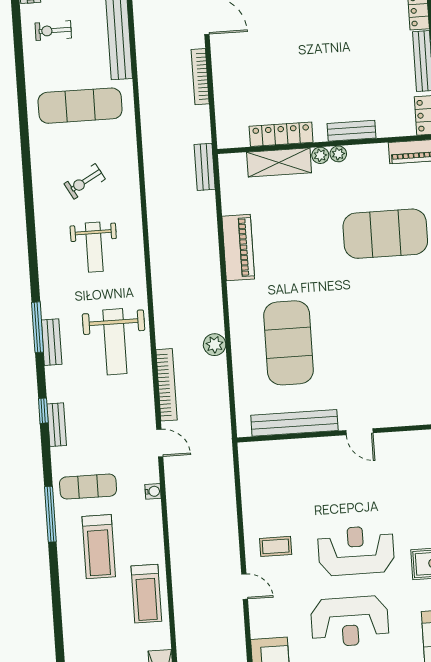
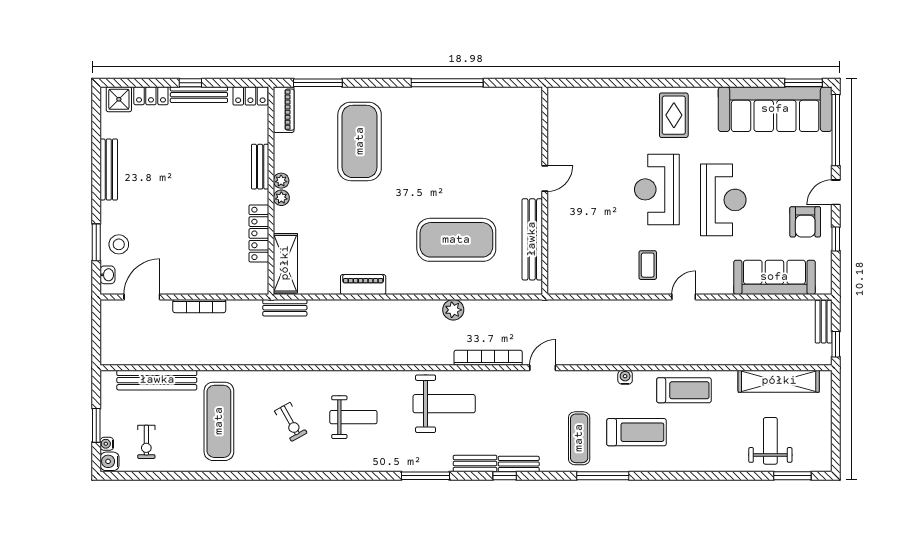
shelving: (279, 162) -> (285, 263), moved
piano: (238, 248) -> (363, 284), width x0.73, depth x0.75
bench: (52, 342) -> (475, 463), moved
water cooler: (153, 491) -> (625, 377), moved

